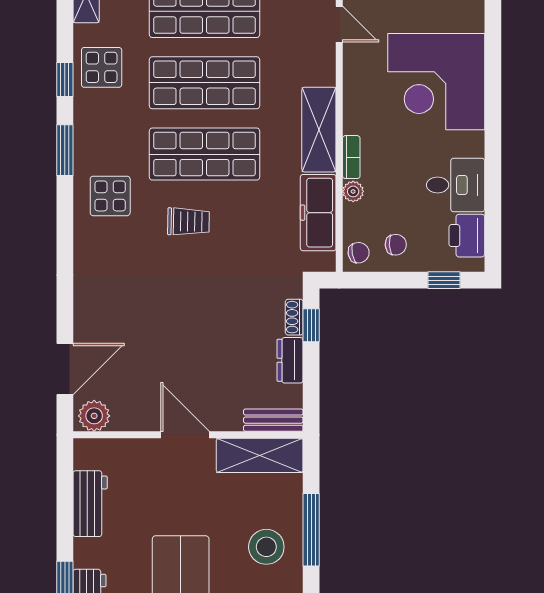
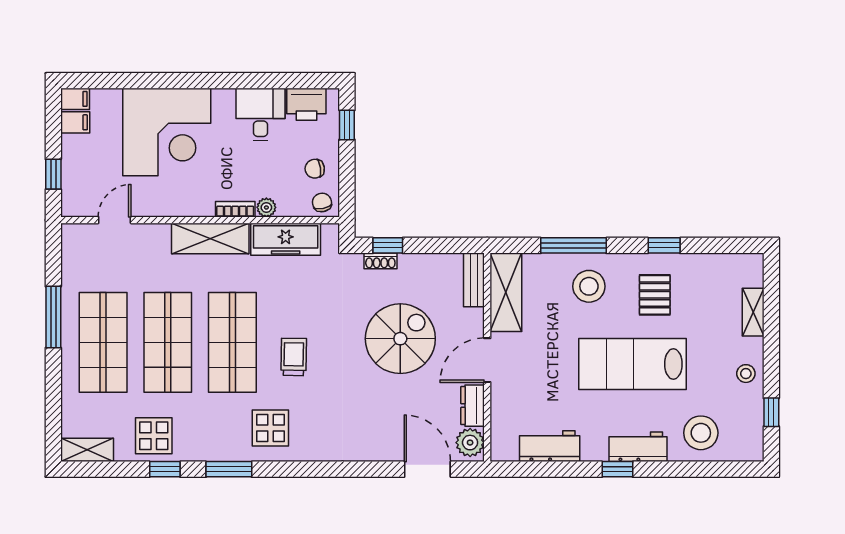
chair: (396, 245) -> (315, 169), turned -95
spiral stairs: (209, 339) -> (400, 339), added
dresser: (290, 360) -> (473, 406), moved, turned 90

